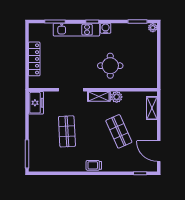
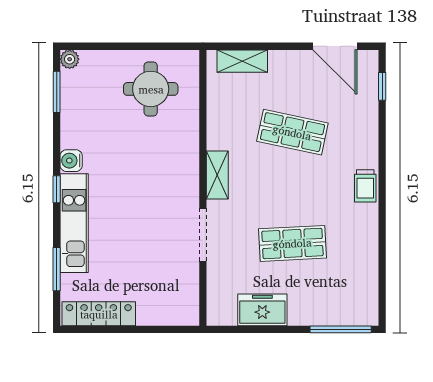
locker: (34, 59) -> (99, 314), moved
round table: (110, 66) -> (151, 89), moved
plant: (117, 97) -> (219, 137), removed
freezer: (36, 103) -> (262, 310), moved
shop shelf: (119, 131) -> (292, 132), turned 36
door: (159, 151) -> (335, 46), hinge flipped

